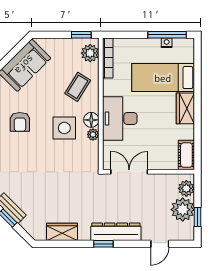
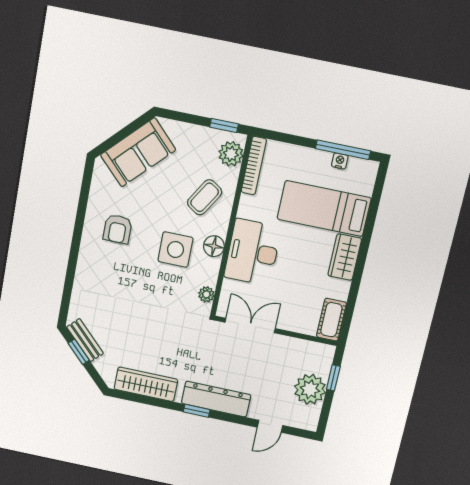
plant: (93, 135) -> (206, 294), moved
plant: (186, 188) -> (321, 363), removed
window: (198, 217) -> (333, 378), moved
wardrobe: (62, 232) -> (146, 384), width x1.50

